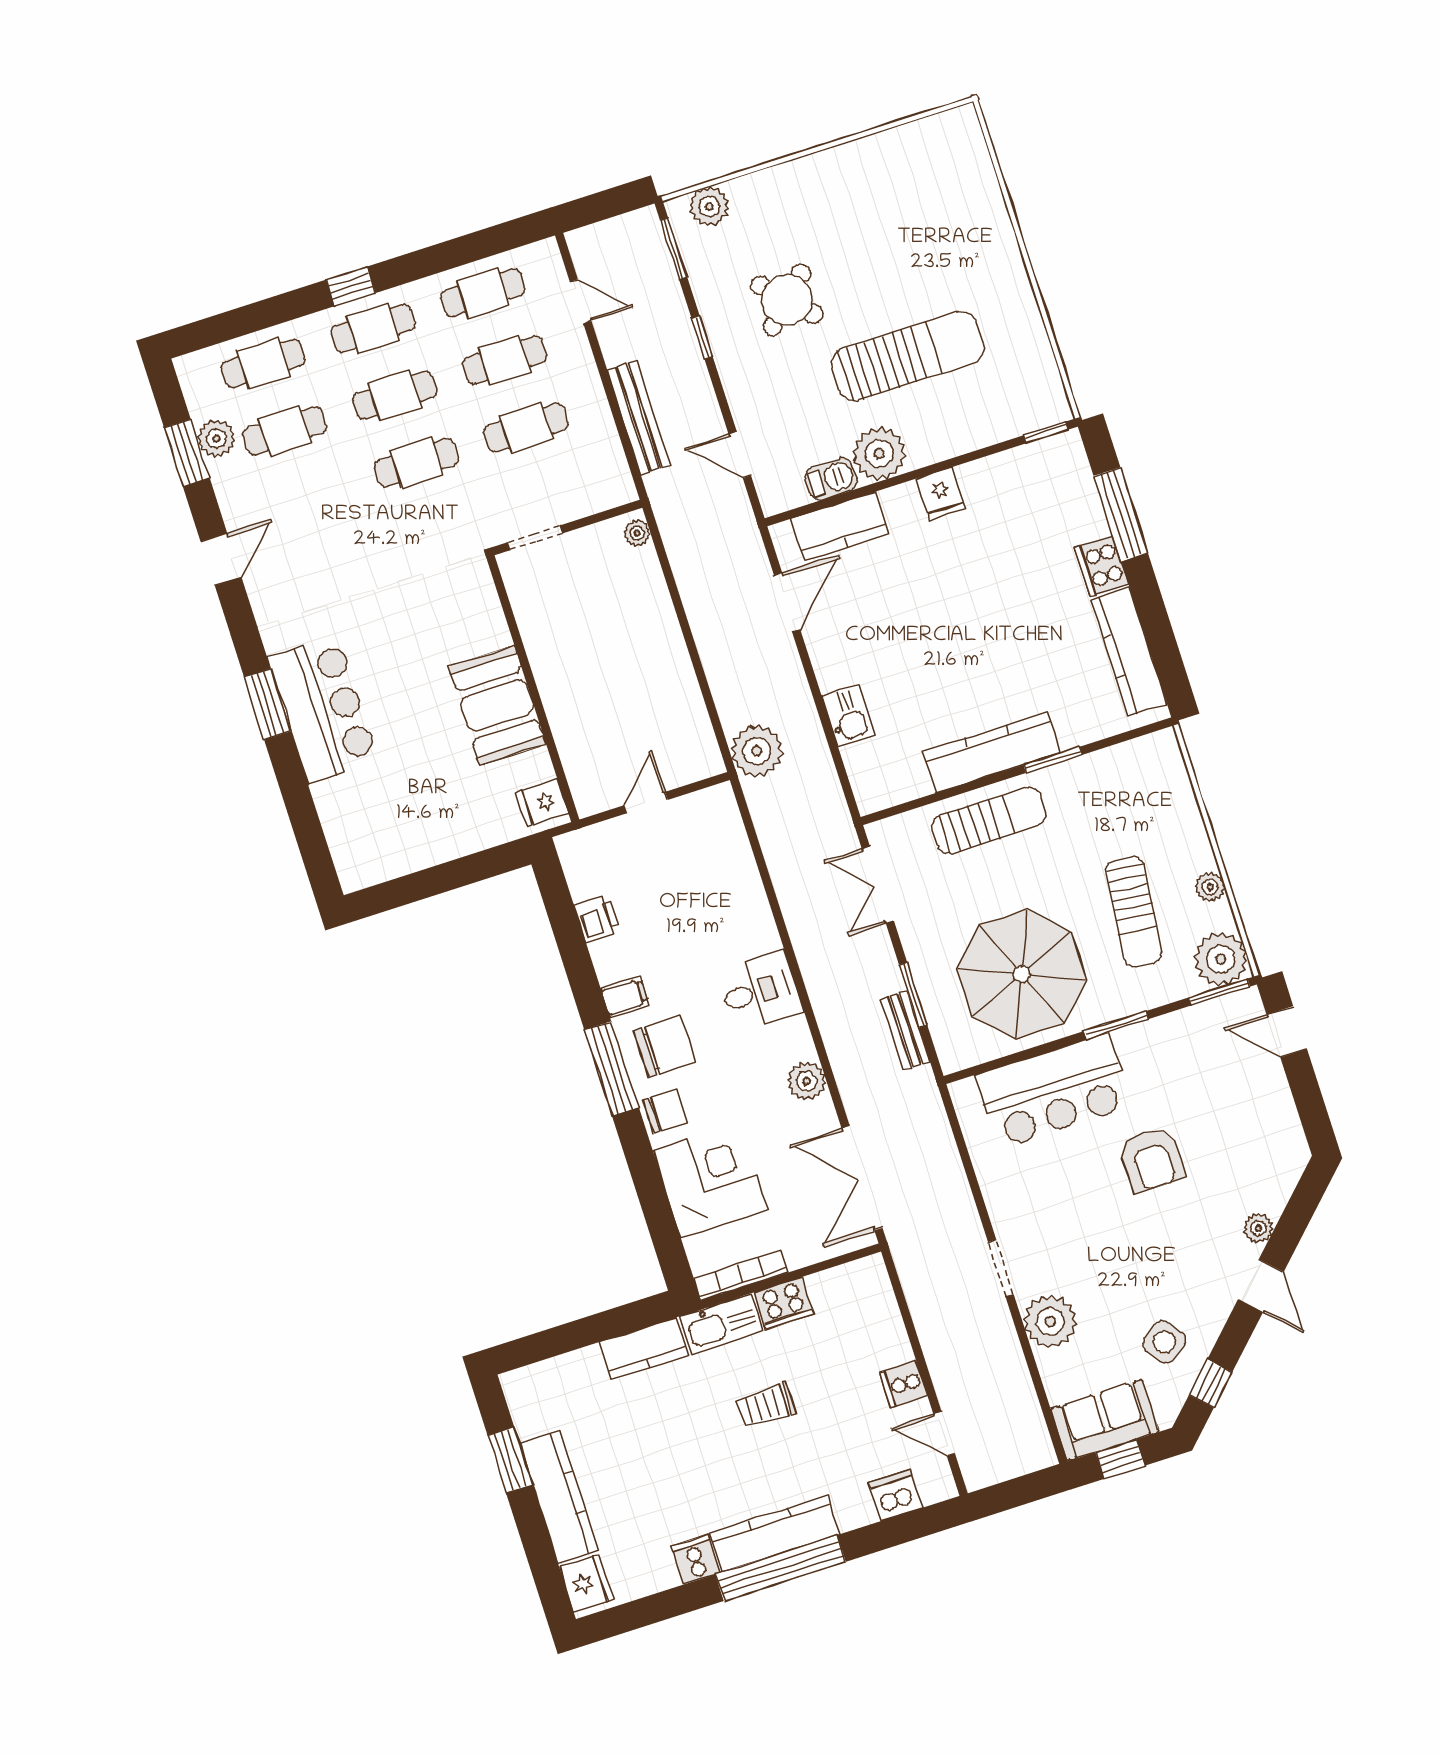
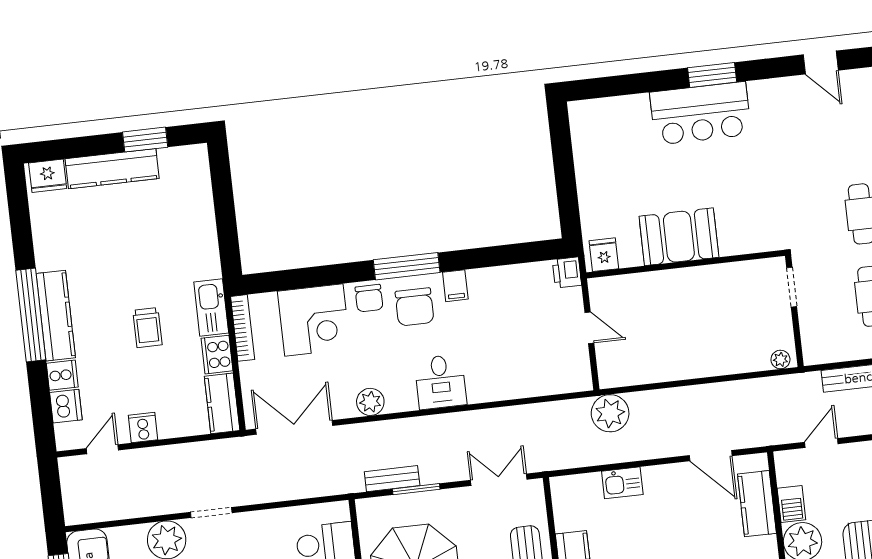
printer: (597, 918) -> (567, 272), moved, turned 90
kitchen counter: (644, 1349) -> (222, 403), moved
trolley: (766, 1406) -> (147, 328), turned 180
cooker: (696, 1560) -> (62, 375), moved

